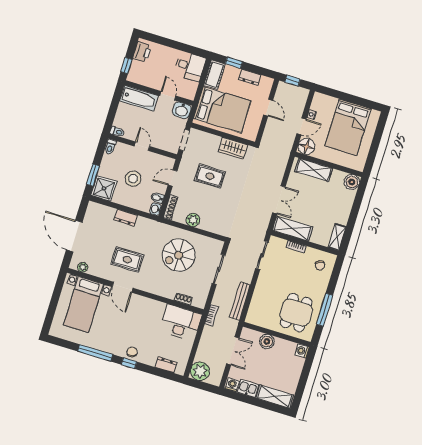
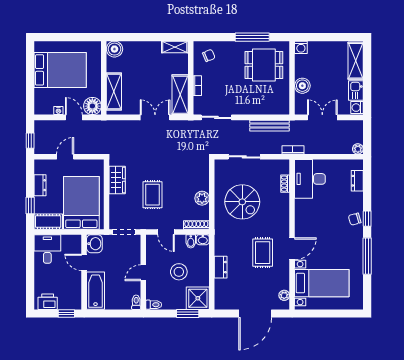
door: (168, 96) -> (84, 262), hinge flipped
plant: (200, 371) -> (358, 149), width x0.53, depth x0.53

